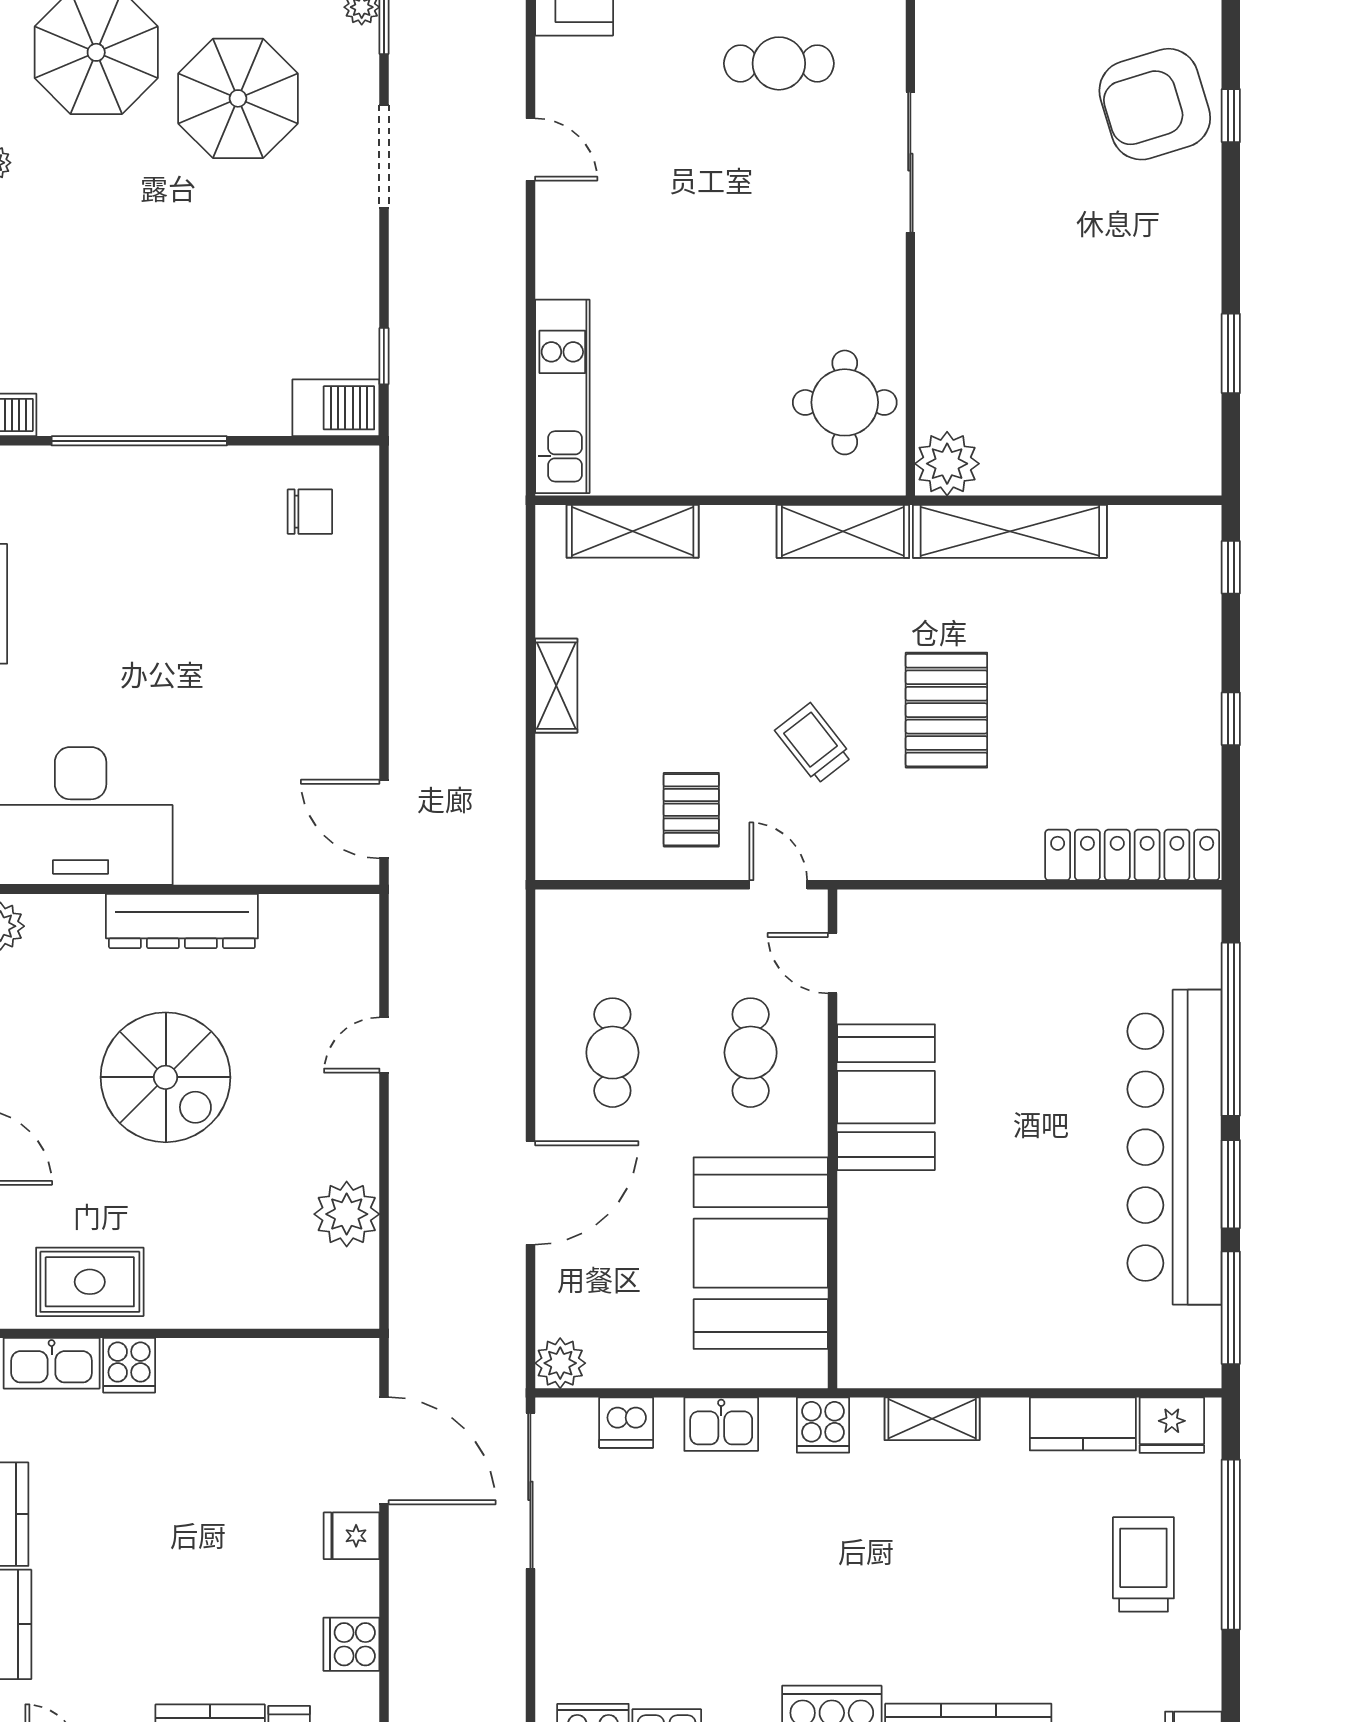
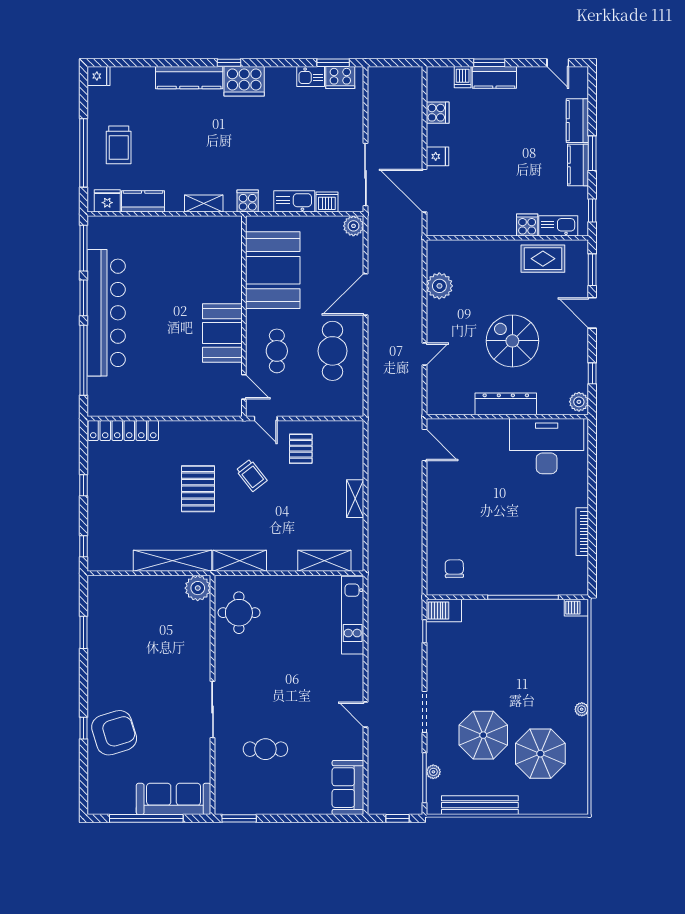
chair: (310, 512) -> (454, 569), turned 89
cafe table: (612, 1053) -> (332, 351), width x1.37, depth x1.35
kitchen sink: (721, 1424) -> (294, 201), width x1.38

